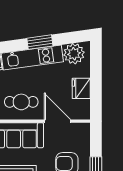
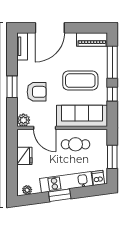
plant: (74, 54) -> (27, 190), width x0.53, depth x0.53
plant: (82, 130) -> (23, 120), added

